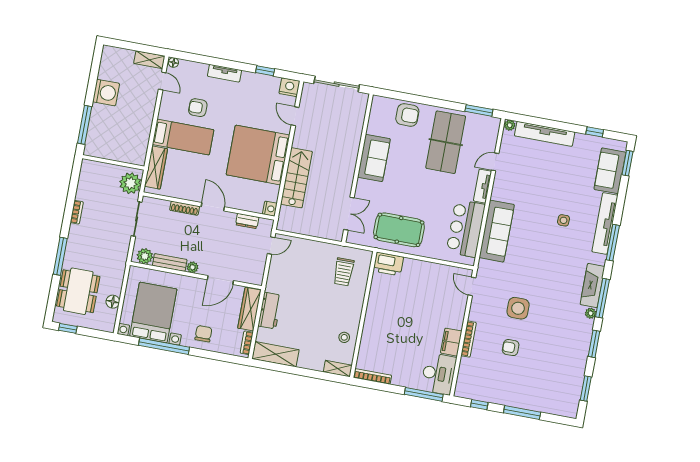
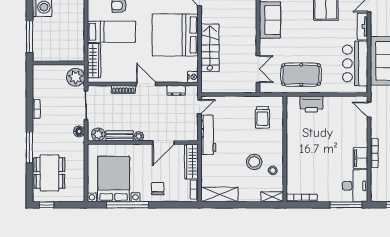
printer: (388, 264) -> (311, 104), moved
floor lamp: (113, 302) -> (79, 131), moved
workbench: (270, 311) -> (208, 135), moved, width x1.38
stool: (324, 323) -> (254, 162), added

